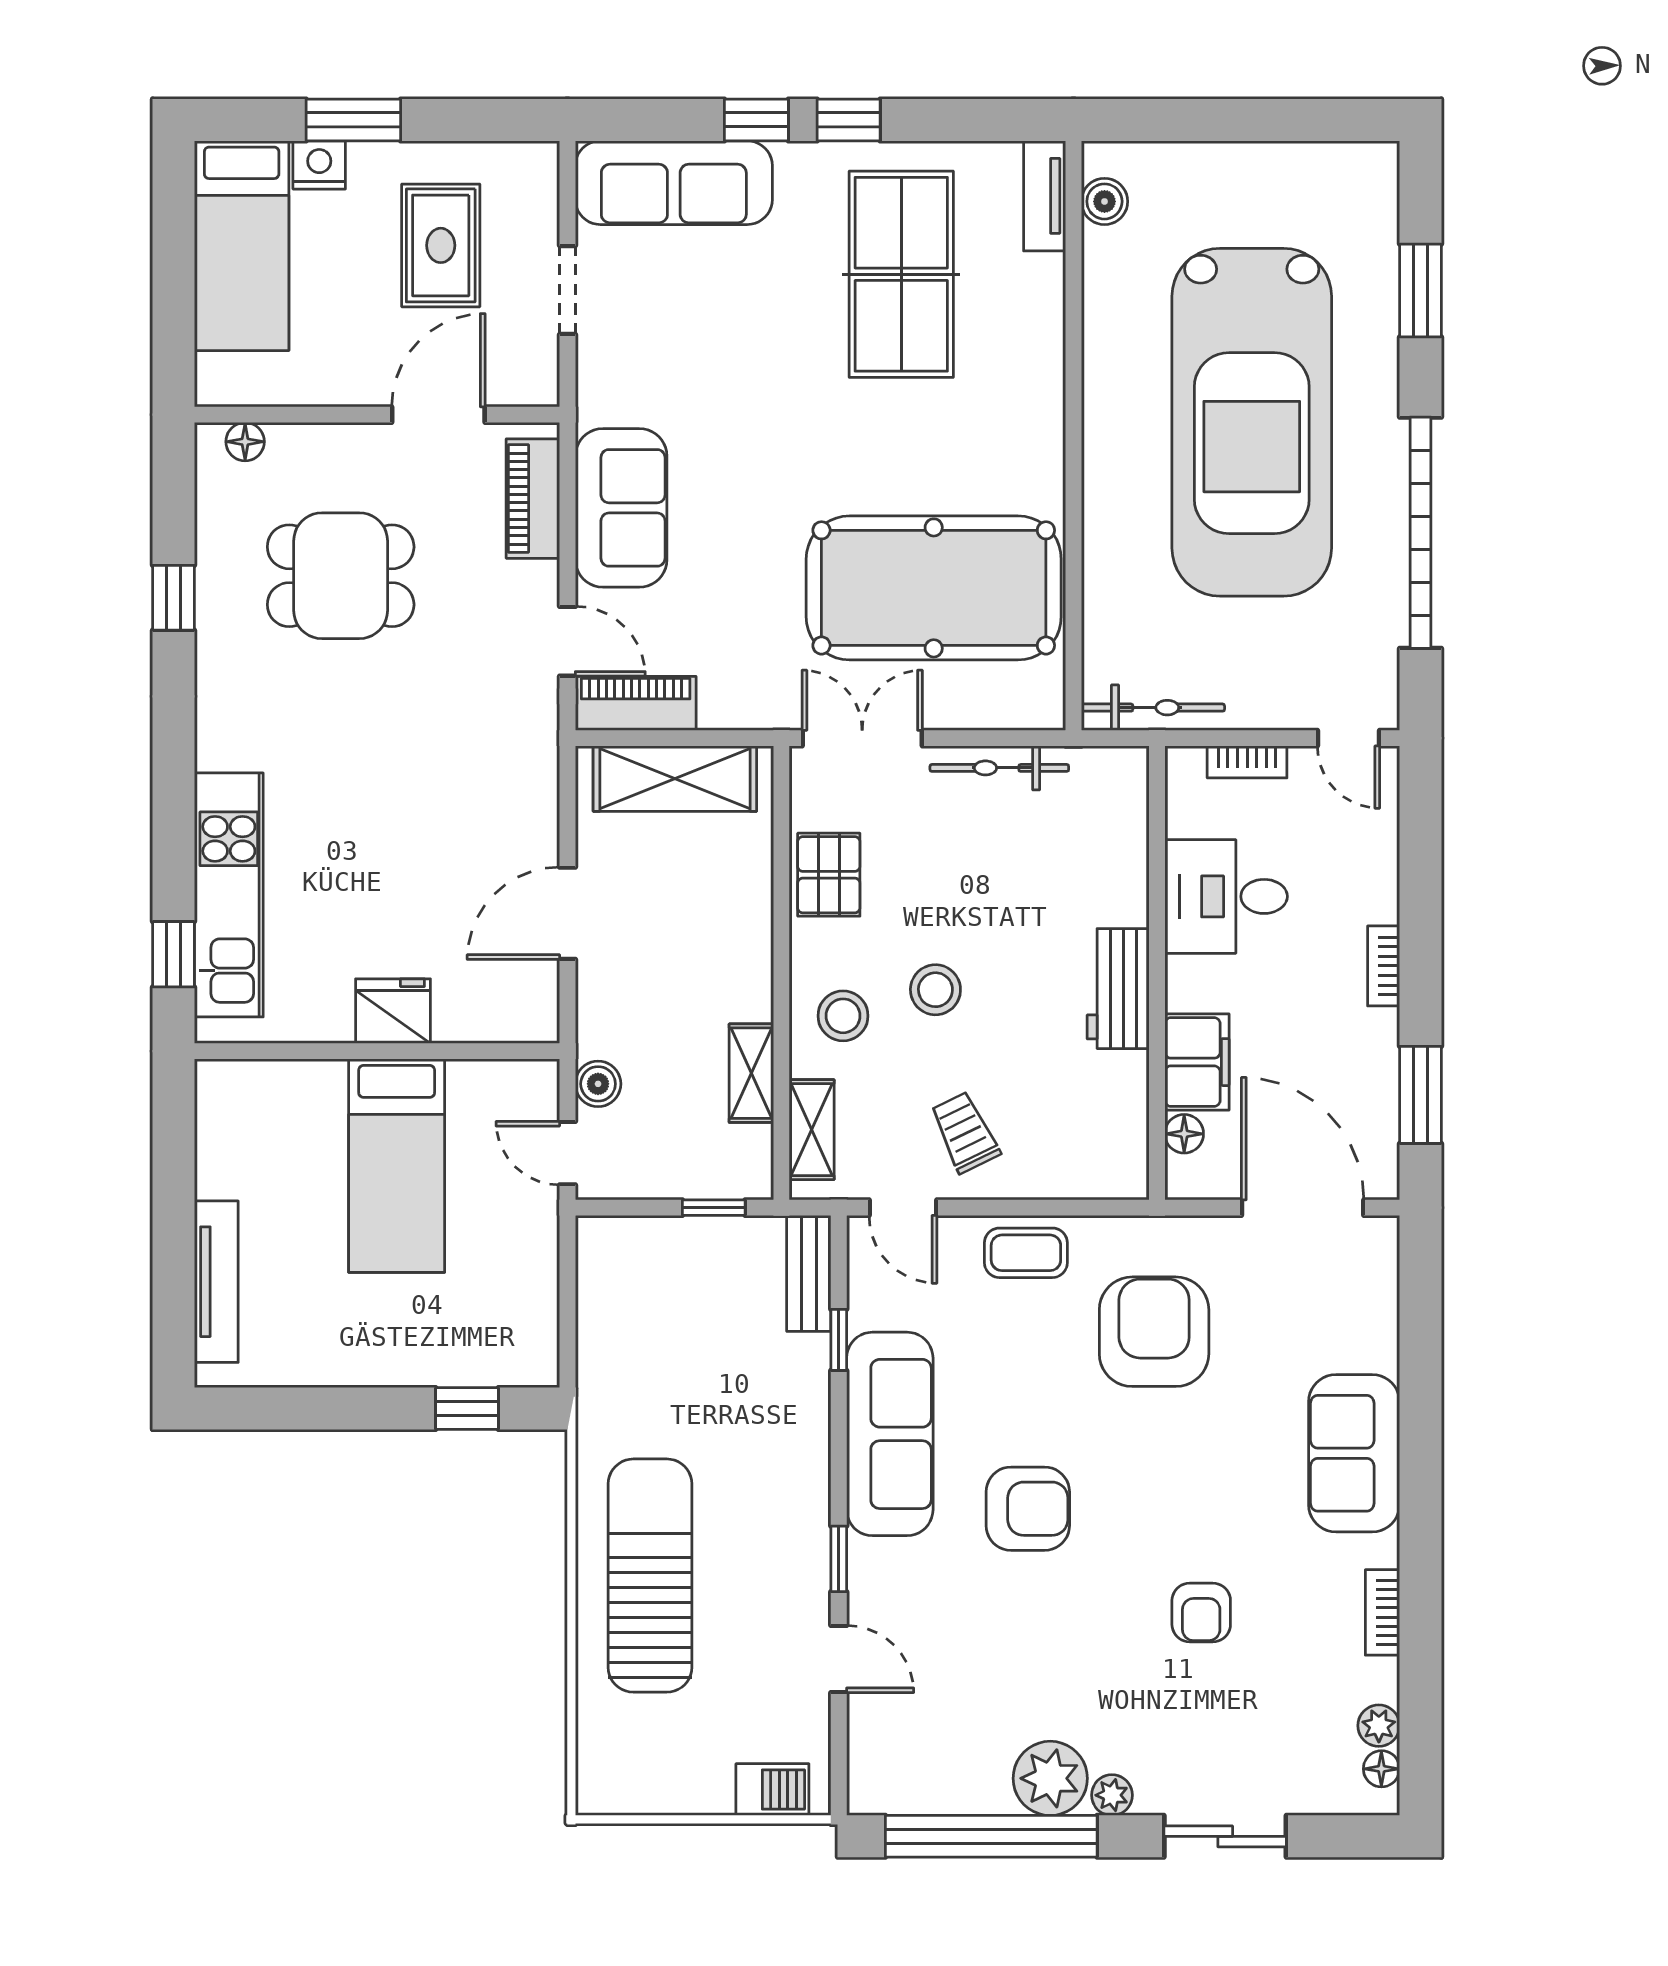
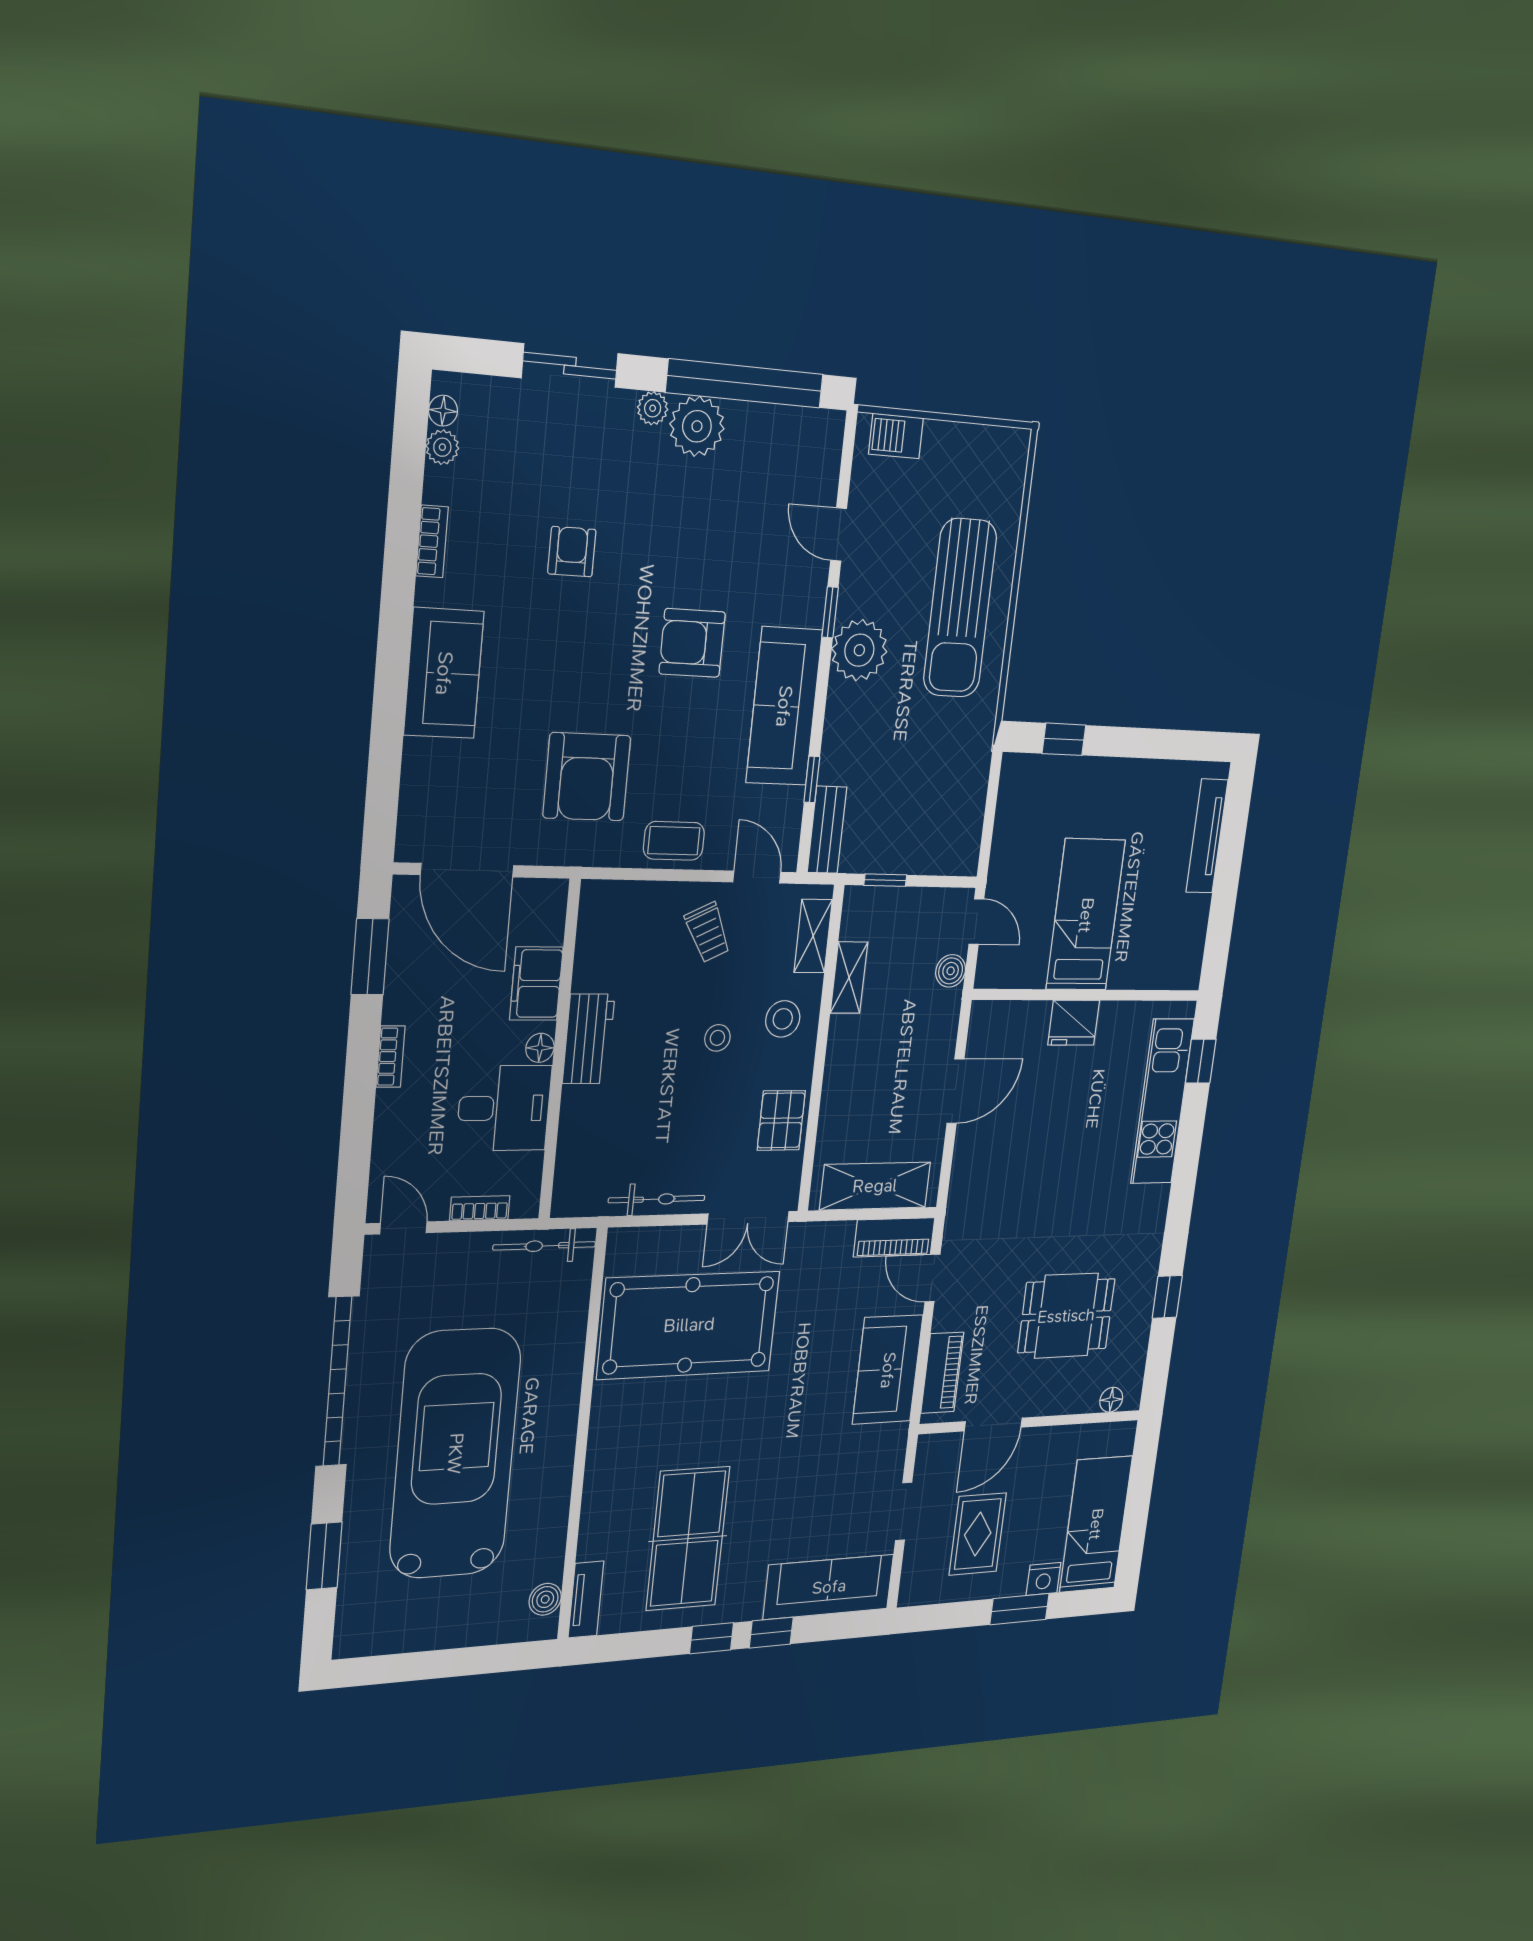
stool: (935, 990) -> (717, 1038), width x0.73, depth x0.73
floor lamp: (1184, 1134) -> (540, 1048), moved
plant: (791, 1512) -> (859, 650), added

